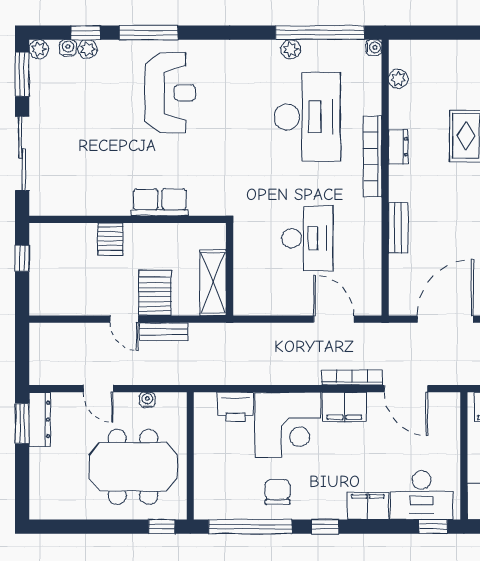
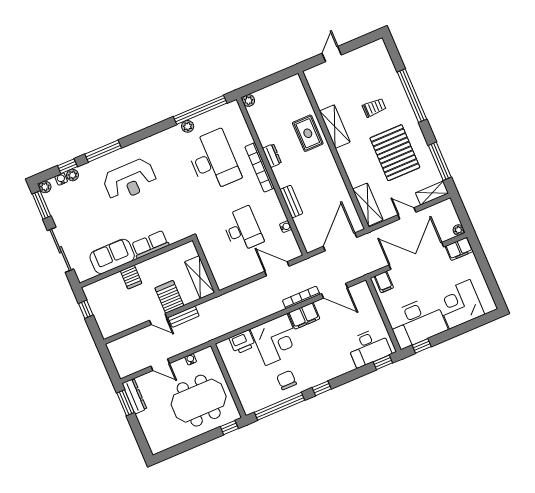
water cooler: (374, 47) -> (286, 227), moved
plant: (398, 79) -> (248, 101), moved
reception desk: (170, 93) -> (130, 180), turned 90
sofa: (95, 196) -> (112, 256), added
filing cabinet: (368, 506) -> (341, 366), removed

